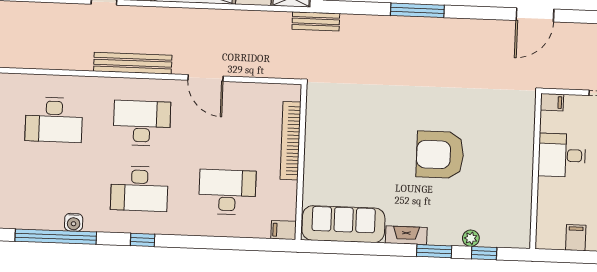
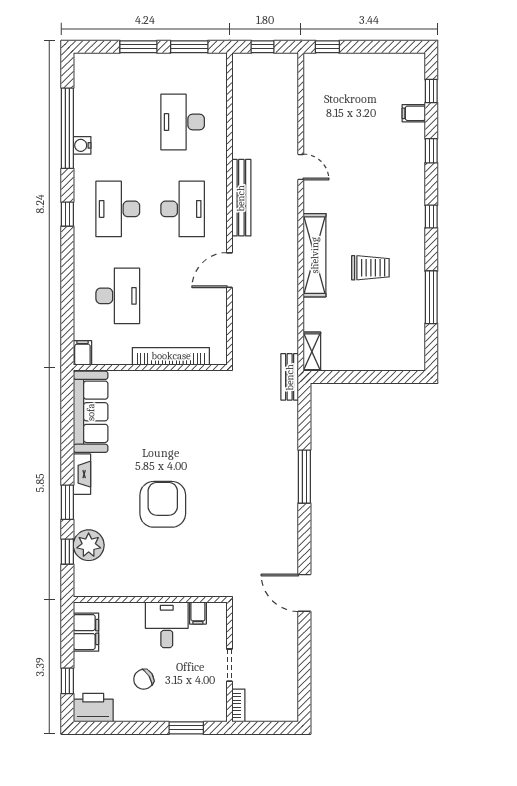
filing cabinet: (552, 102) -> (198, 613), moved
plant: (471, 238) -> (89, 545), width x1.87, depth x1.87
filing cabinet: (576, 238) -> (86, 632), width x2.00

